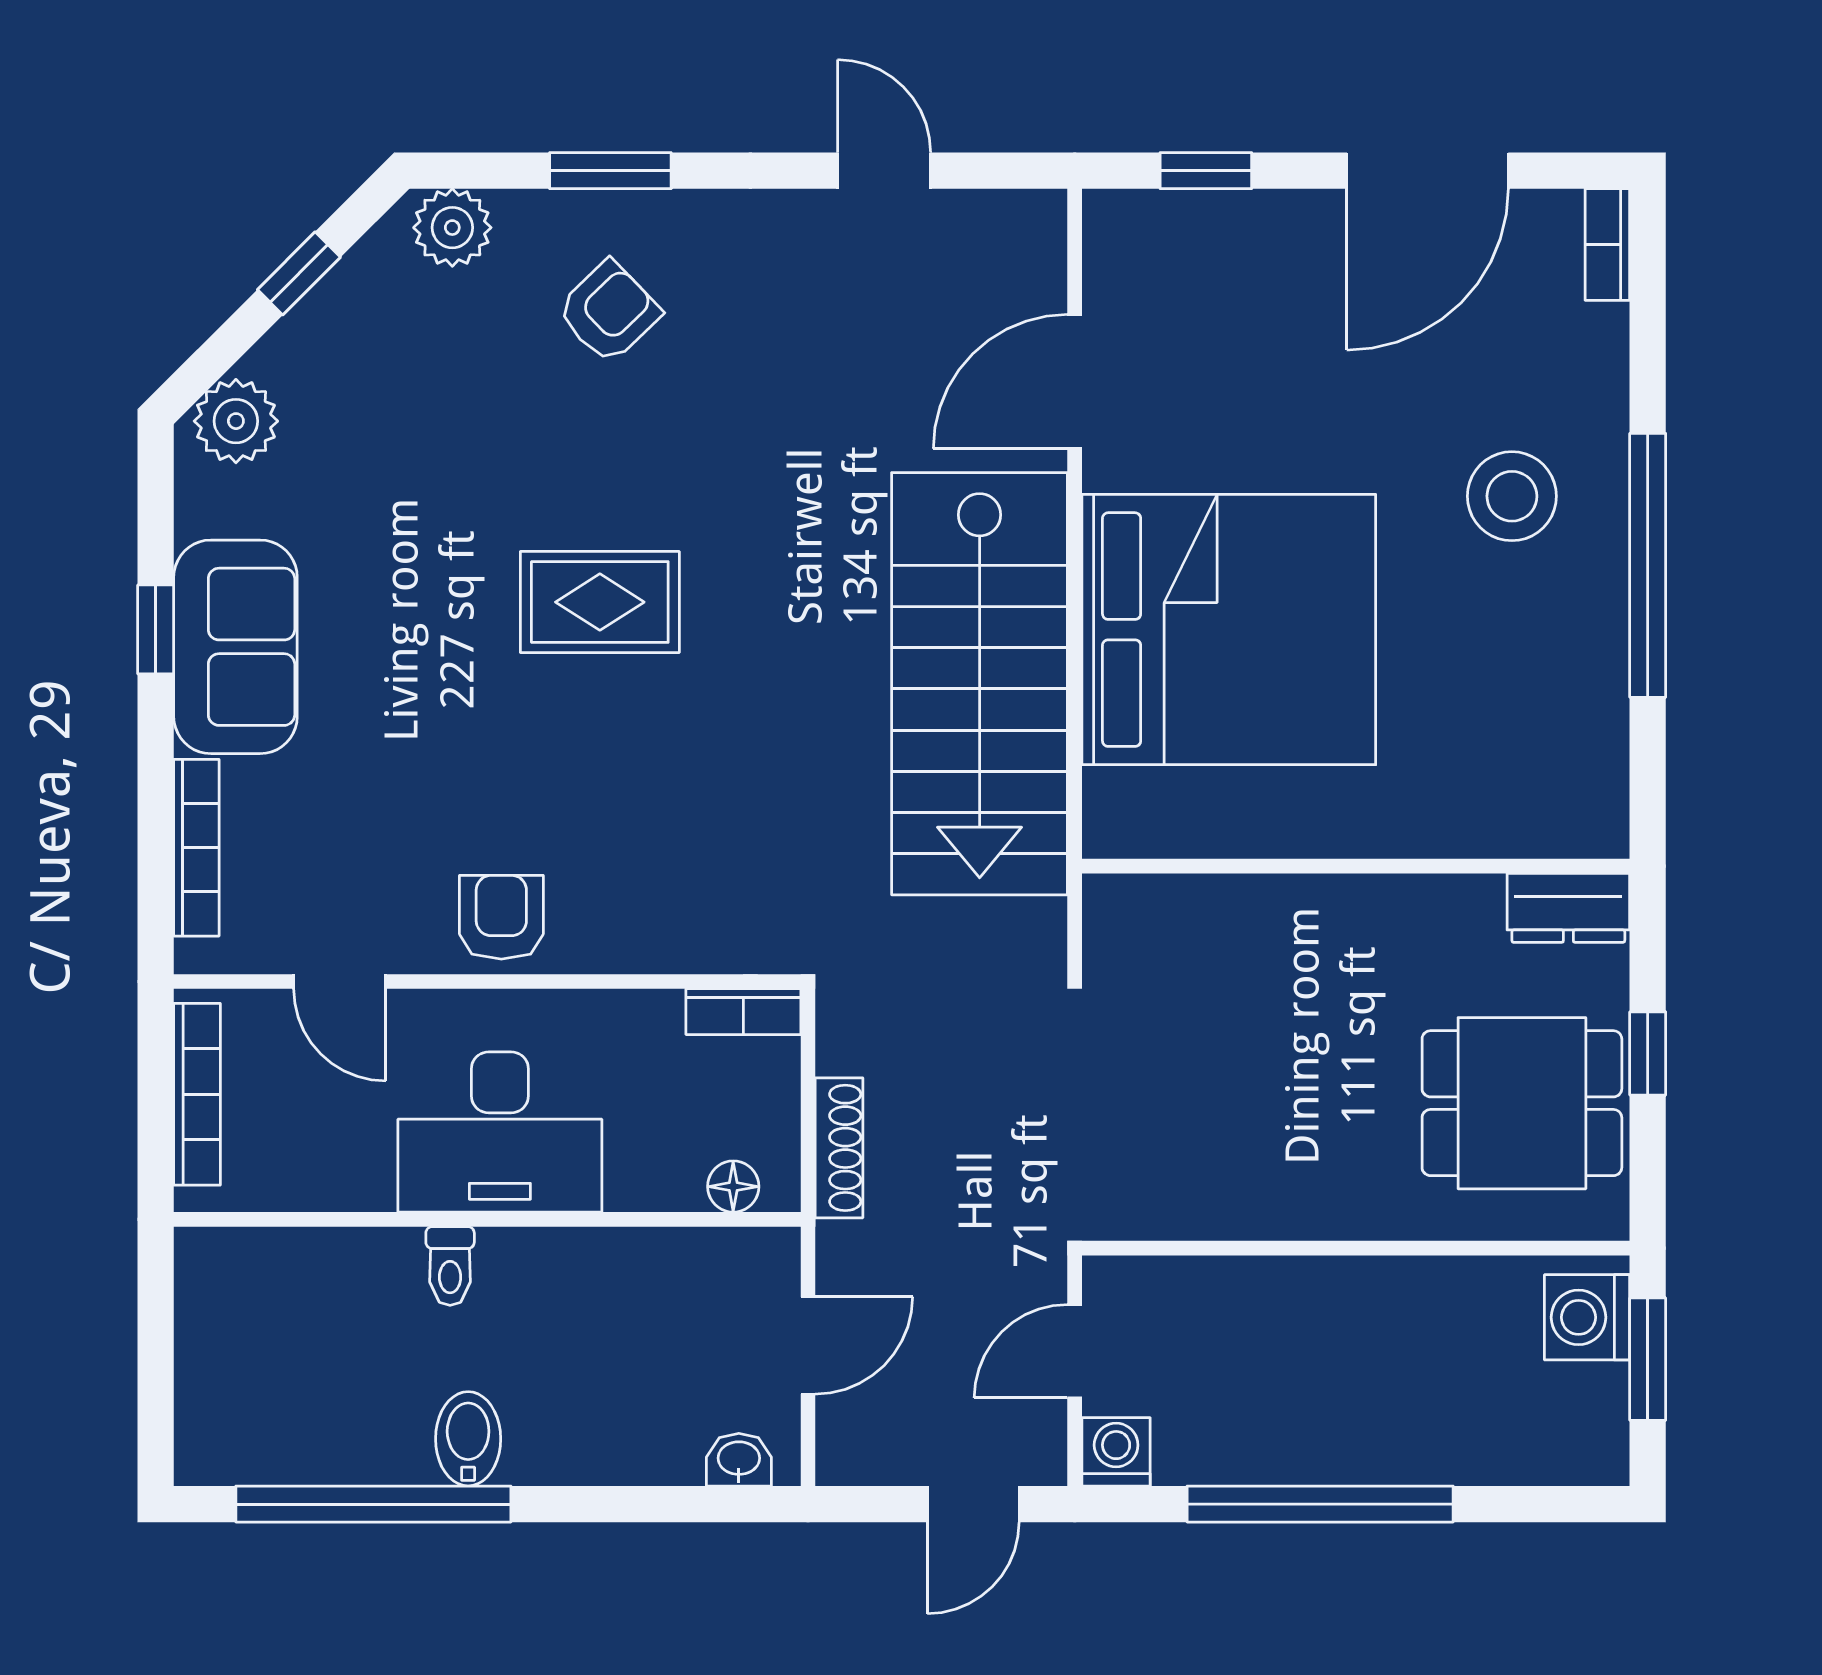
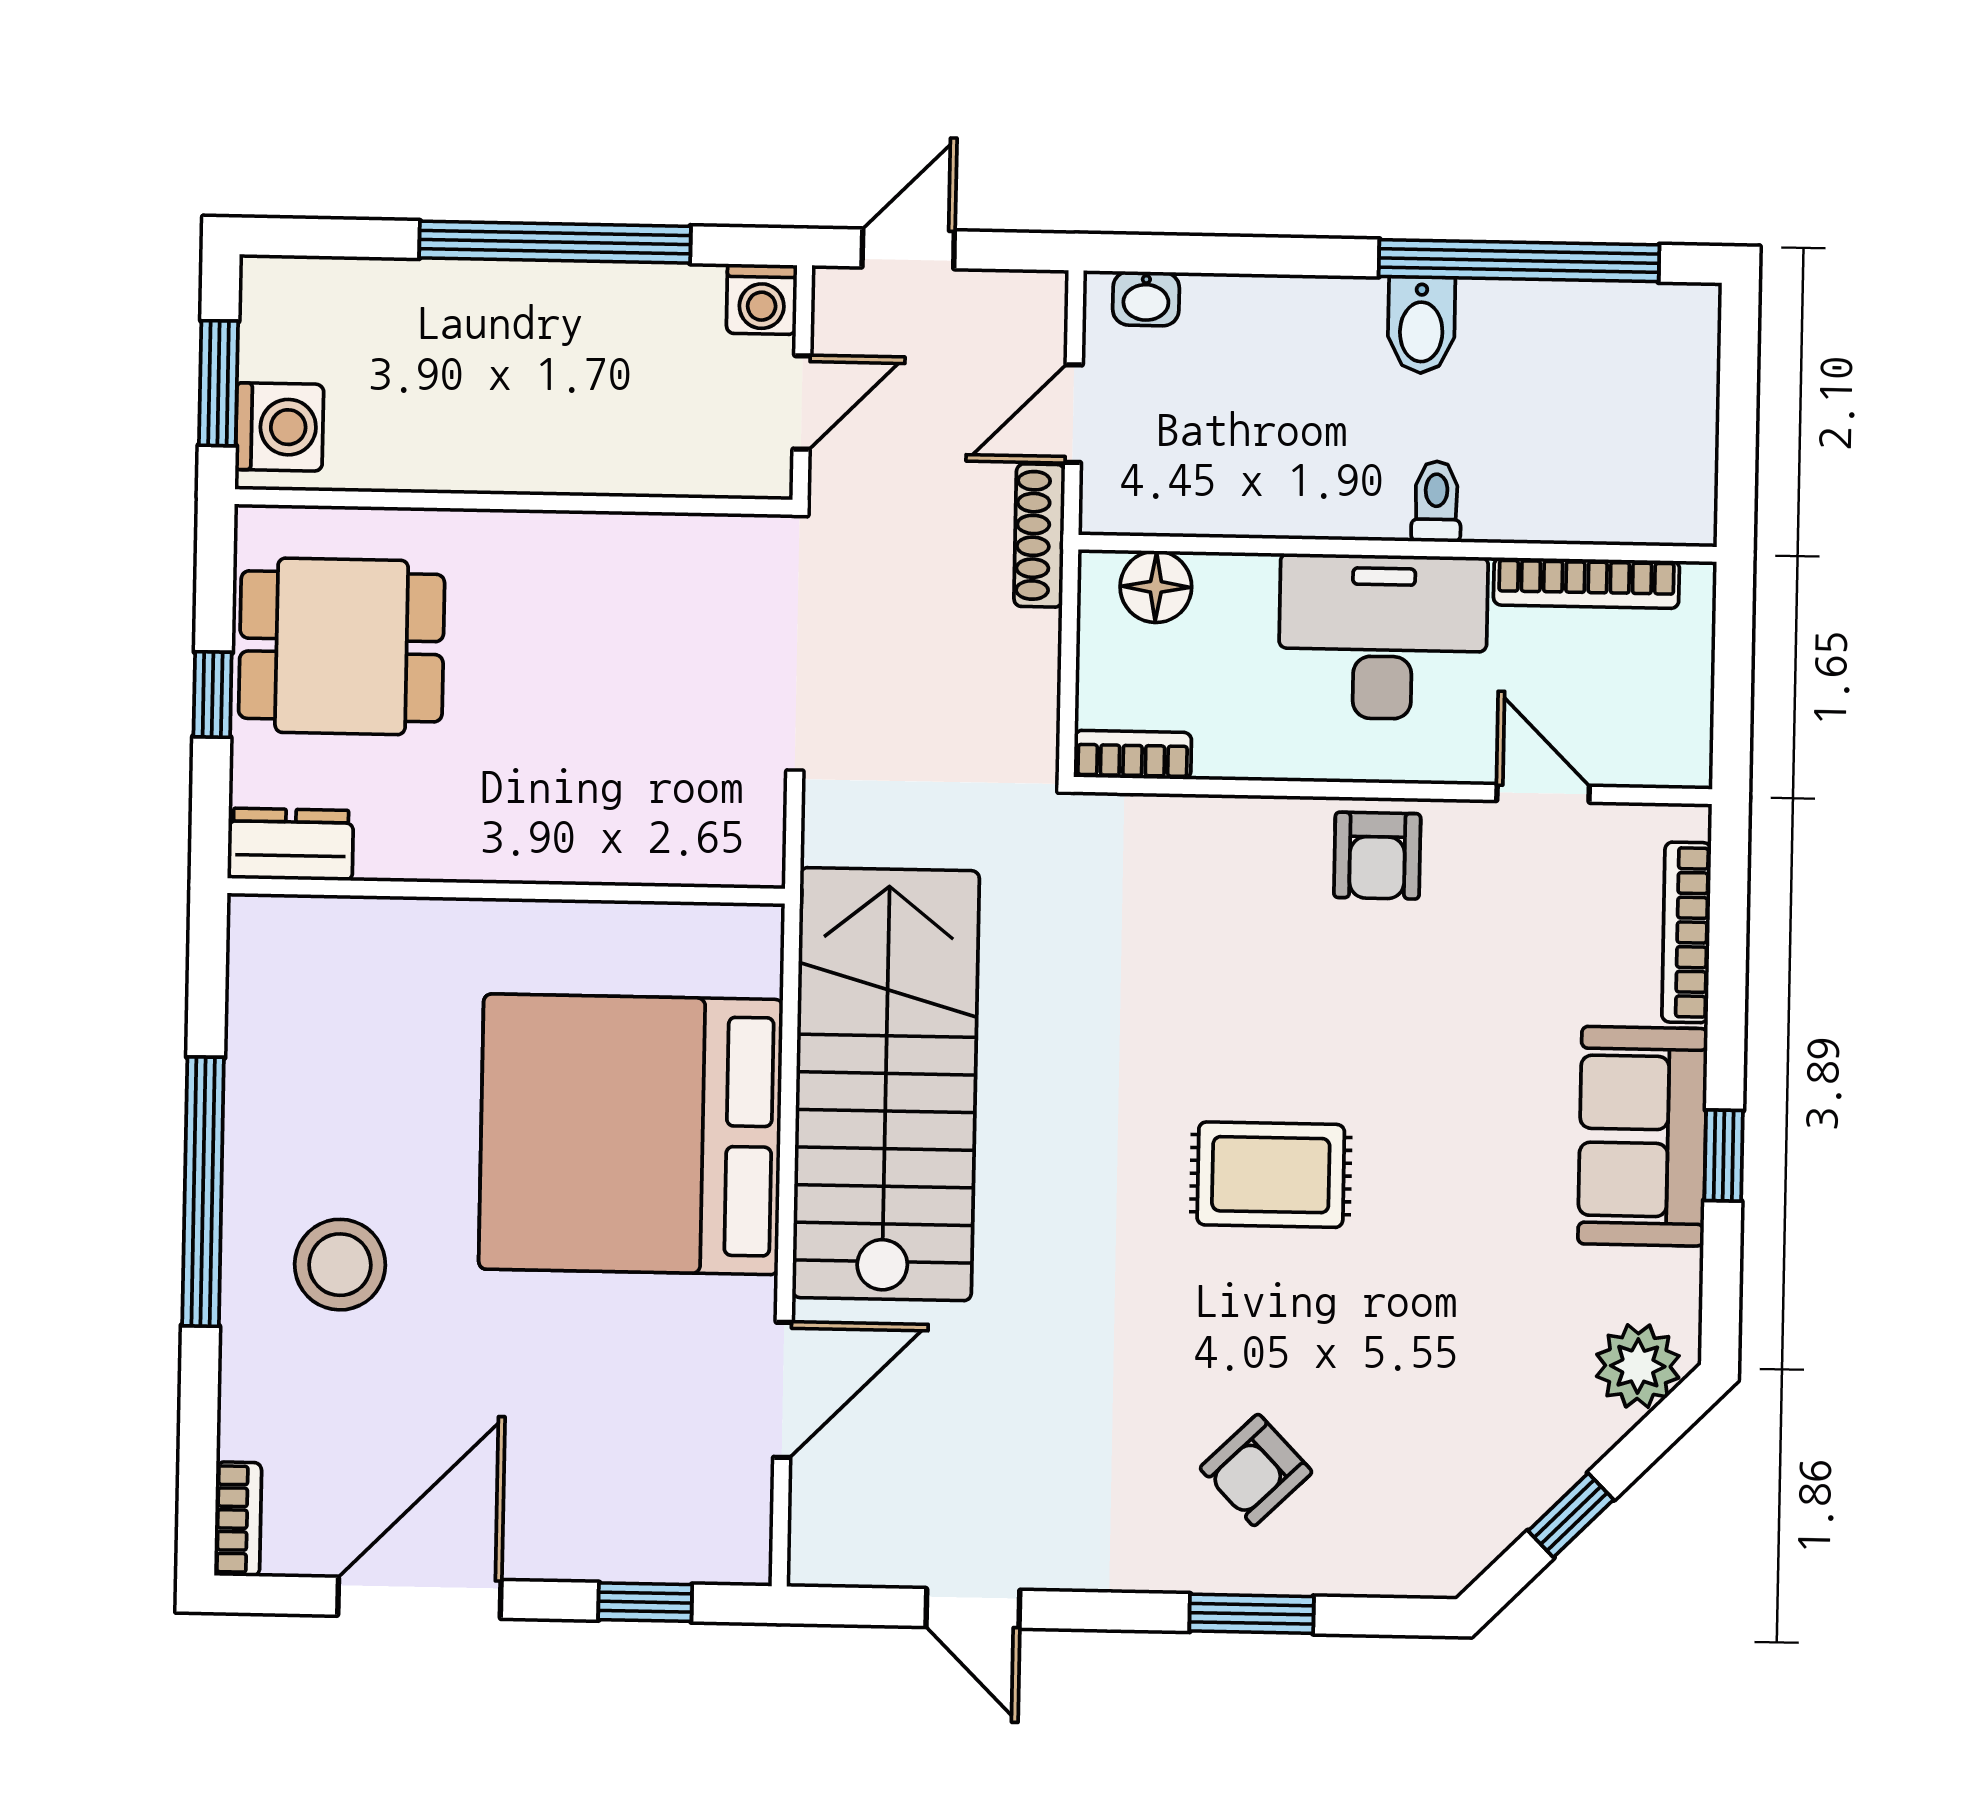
plant: (452, 228) -> (1414, 1559), removed
bookcase: (197, 1094) -> (1586, 583), moved, turned -90
shoe rack: (839, 1148) -> (1039, 535), moved
floor lamp: (733, 1187) -> (1156, 587), width x1.37, depth x1.37

